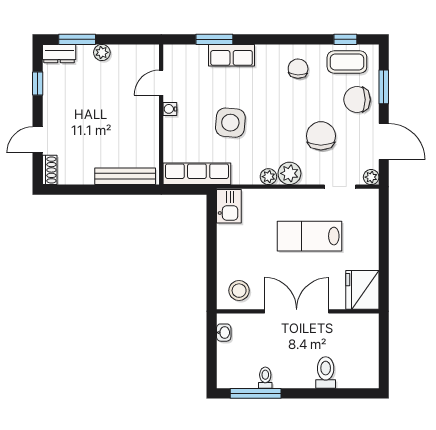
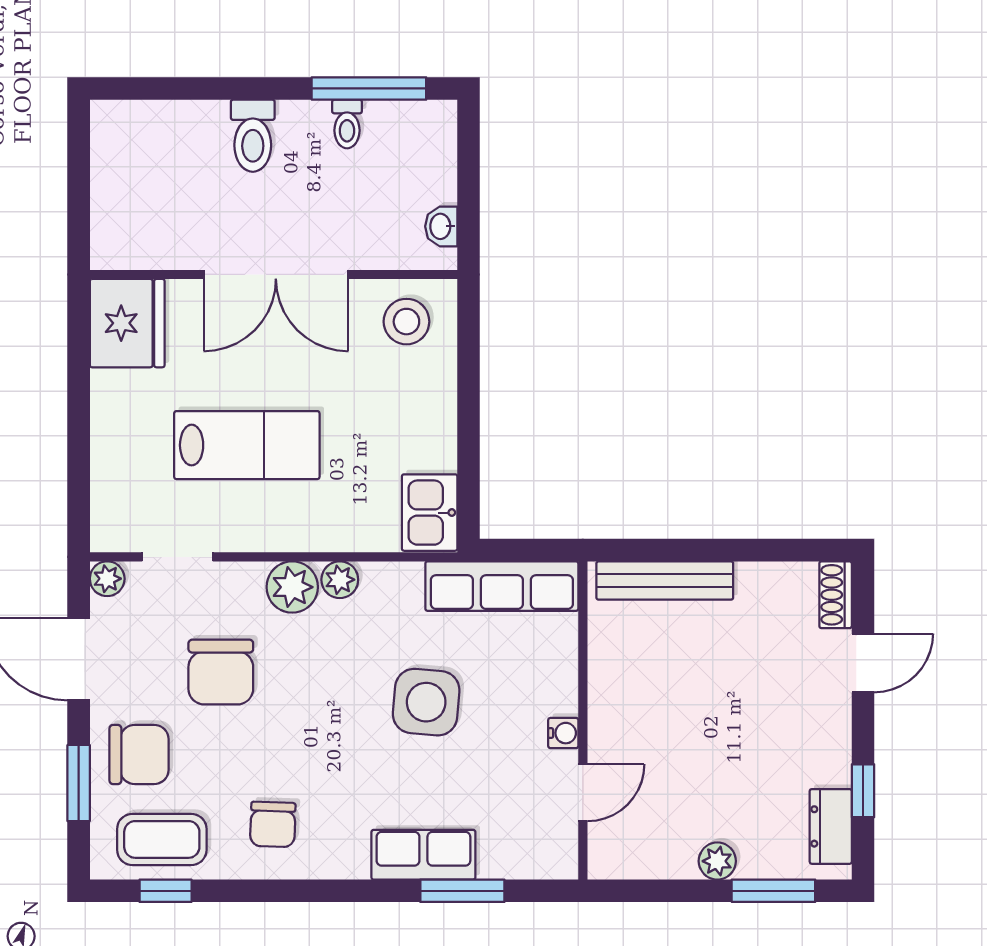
dresser: (59, 54) -> (831, 826), moved, turned -90
toilet: (326, 373) -> (253, 136), moved

